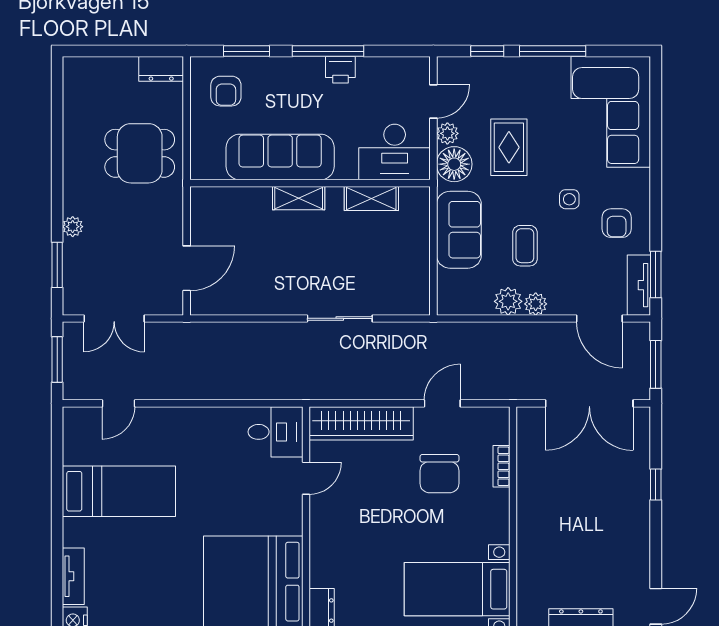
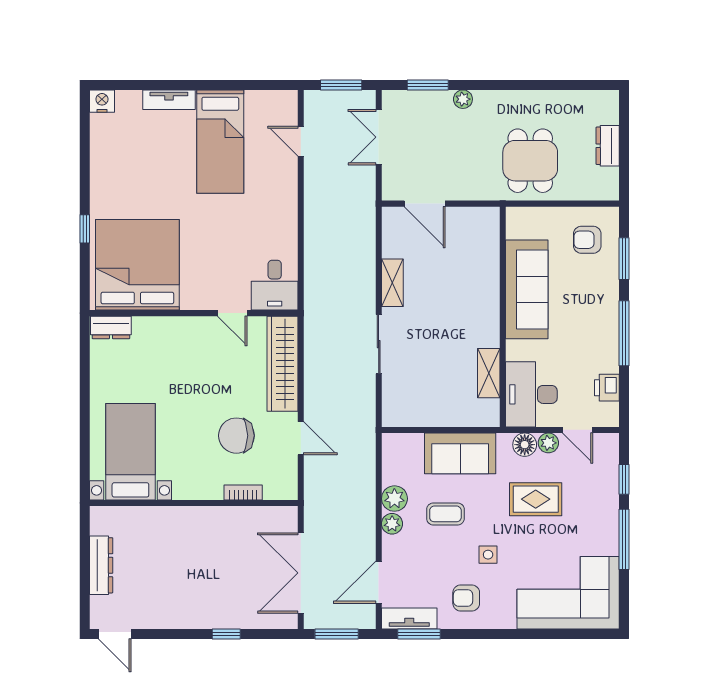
dresser: (161, 69) -> (608, 146), moved
printer: (340, 70) -> (607, 388), moved
floor lamp: (454, 164) -> (525, 445), width x0.73, depth x0.73
shelving: (299, 198) -> (392, 283), moved
tv unit: (73, 576) -> (169, 100), moved

